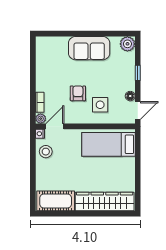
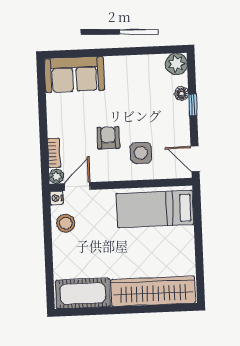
sofa: (89, 48) -> (74, 74), moved
floor lamp: (130, 96) -> (182, 94), moved
door: (138, 110) -> (195, 159), swing flipped

